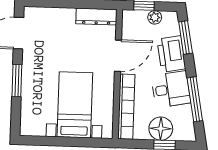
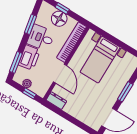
dresser: (96, 17) -> (56, 101), width x0.70
door: (118, 56) -> (60, 74), swing flipped
window: (195, 99) -> (31, 24), width x0.69

